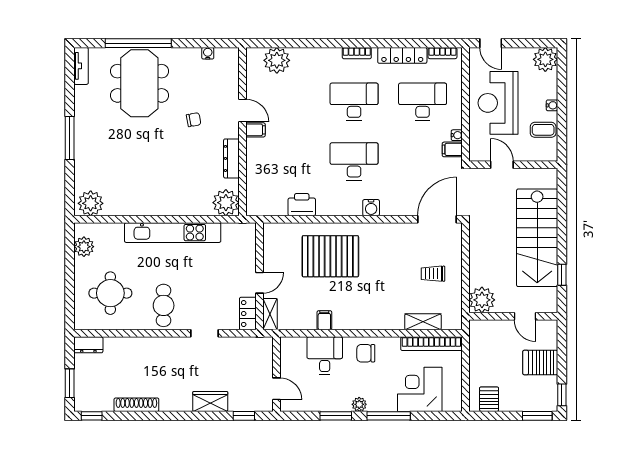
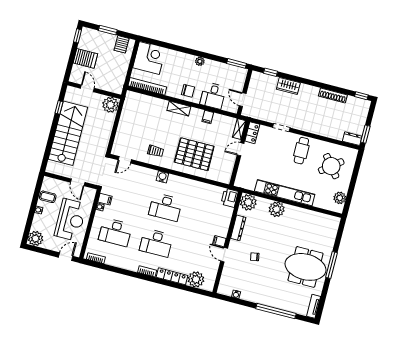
door: (491, 43) -> (66, 257), hinge flipped
locker: (402, 55) -> (172, 276), moved
meeting table: (139, 83) -> (305, 267), moved, turned 90
plant: (91, 203) -> (277, 209), moved
printer: (302, 205) -> (230, 198), moved, turned 90
door: (437, 219) -> (125, 160), width x0.53
trolley: (433, 274) -> (156, 151), moved
round table: (110, 293) -> (331, 166), turned -38
shelving: (423, 322) -> (179, 108), moved
window: (70, 383) -> (365, 134), moved
door: (277, 389) -> (243, 100), moved
corner desk: (420, 389) -> (149, 58), moved, turned -90
window: (336, 416) -> (236, 63), moved
window: (389, 416) -> (184, 50), removed
window: (537, 416) -> (108, 30), moved

